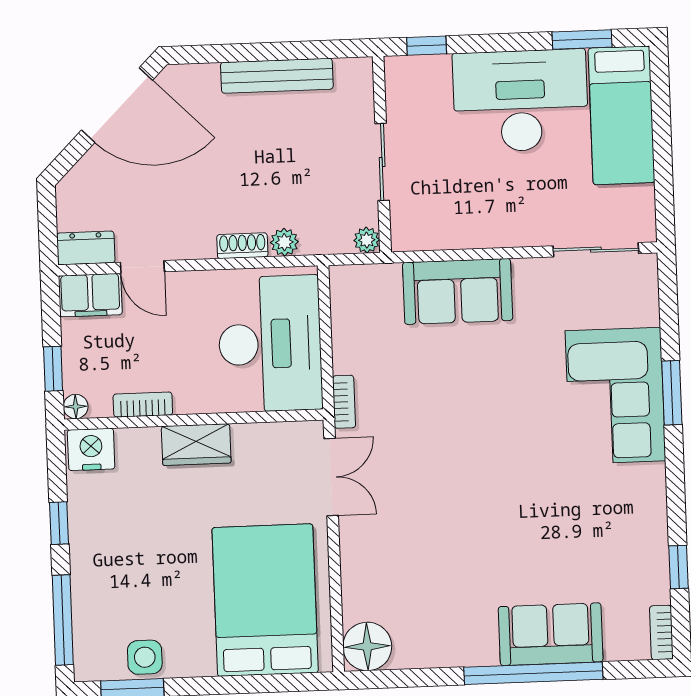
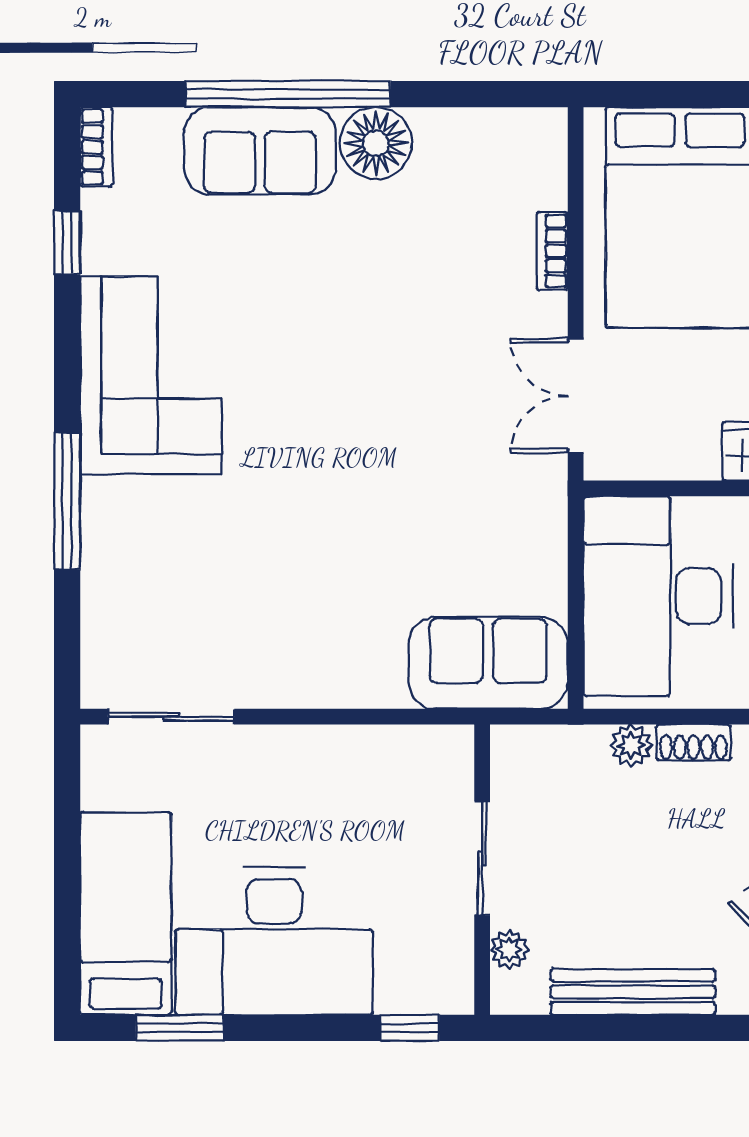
plant: (367, 240) -> (509, 950), moved
sofa: (458, 291) -> (488, 663), moved
window: (672, 393) -> (67, 501), width x1.44
corner sofa: (615, 396) -> (151, 375), moved
bookcase: (344, 402) -> (552, 251), moved
floor lamp: (367, 646) -> (376, 143), moved

